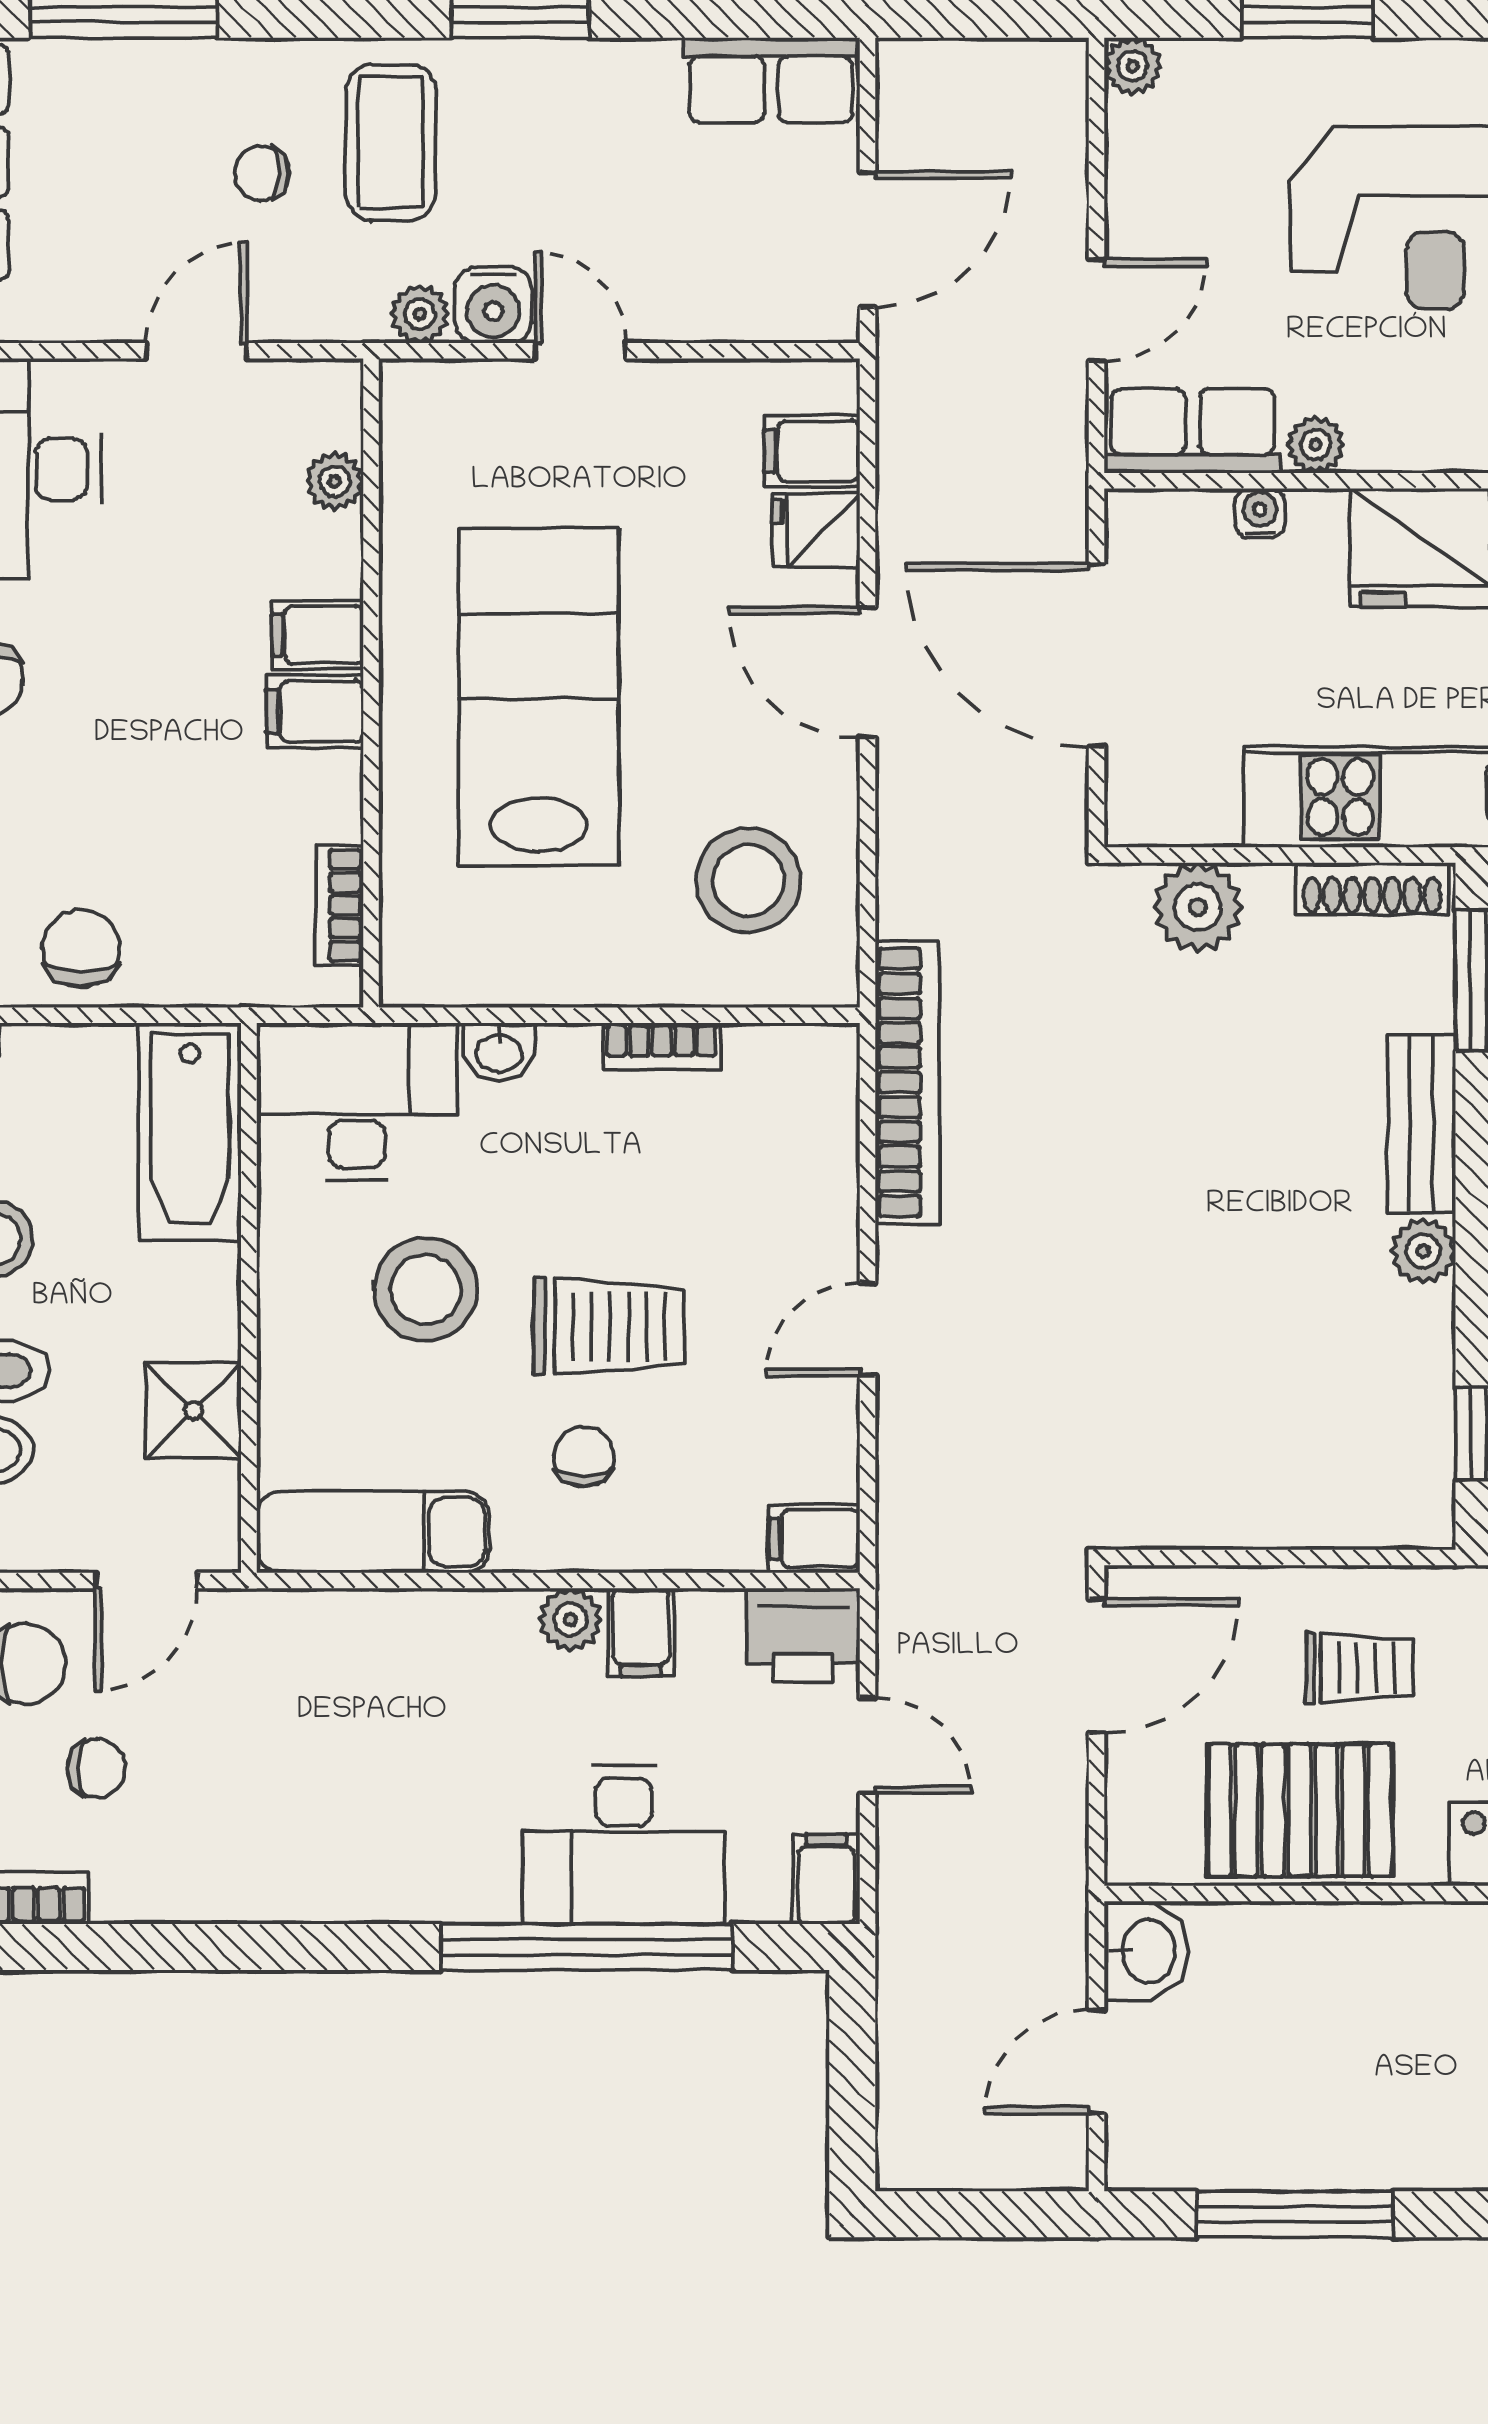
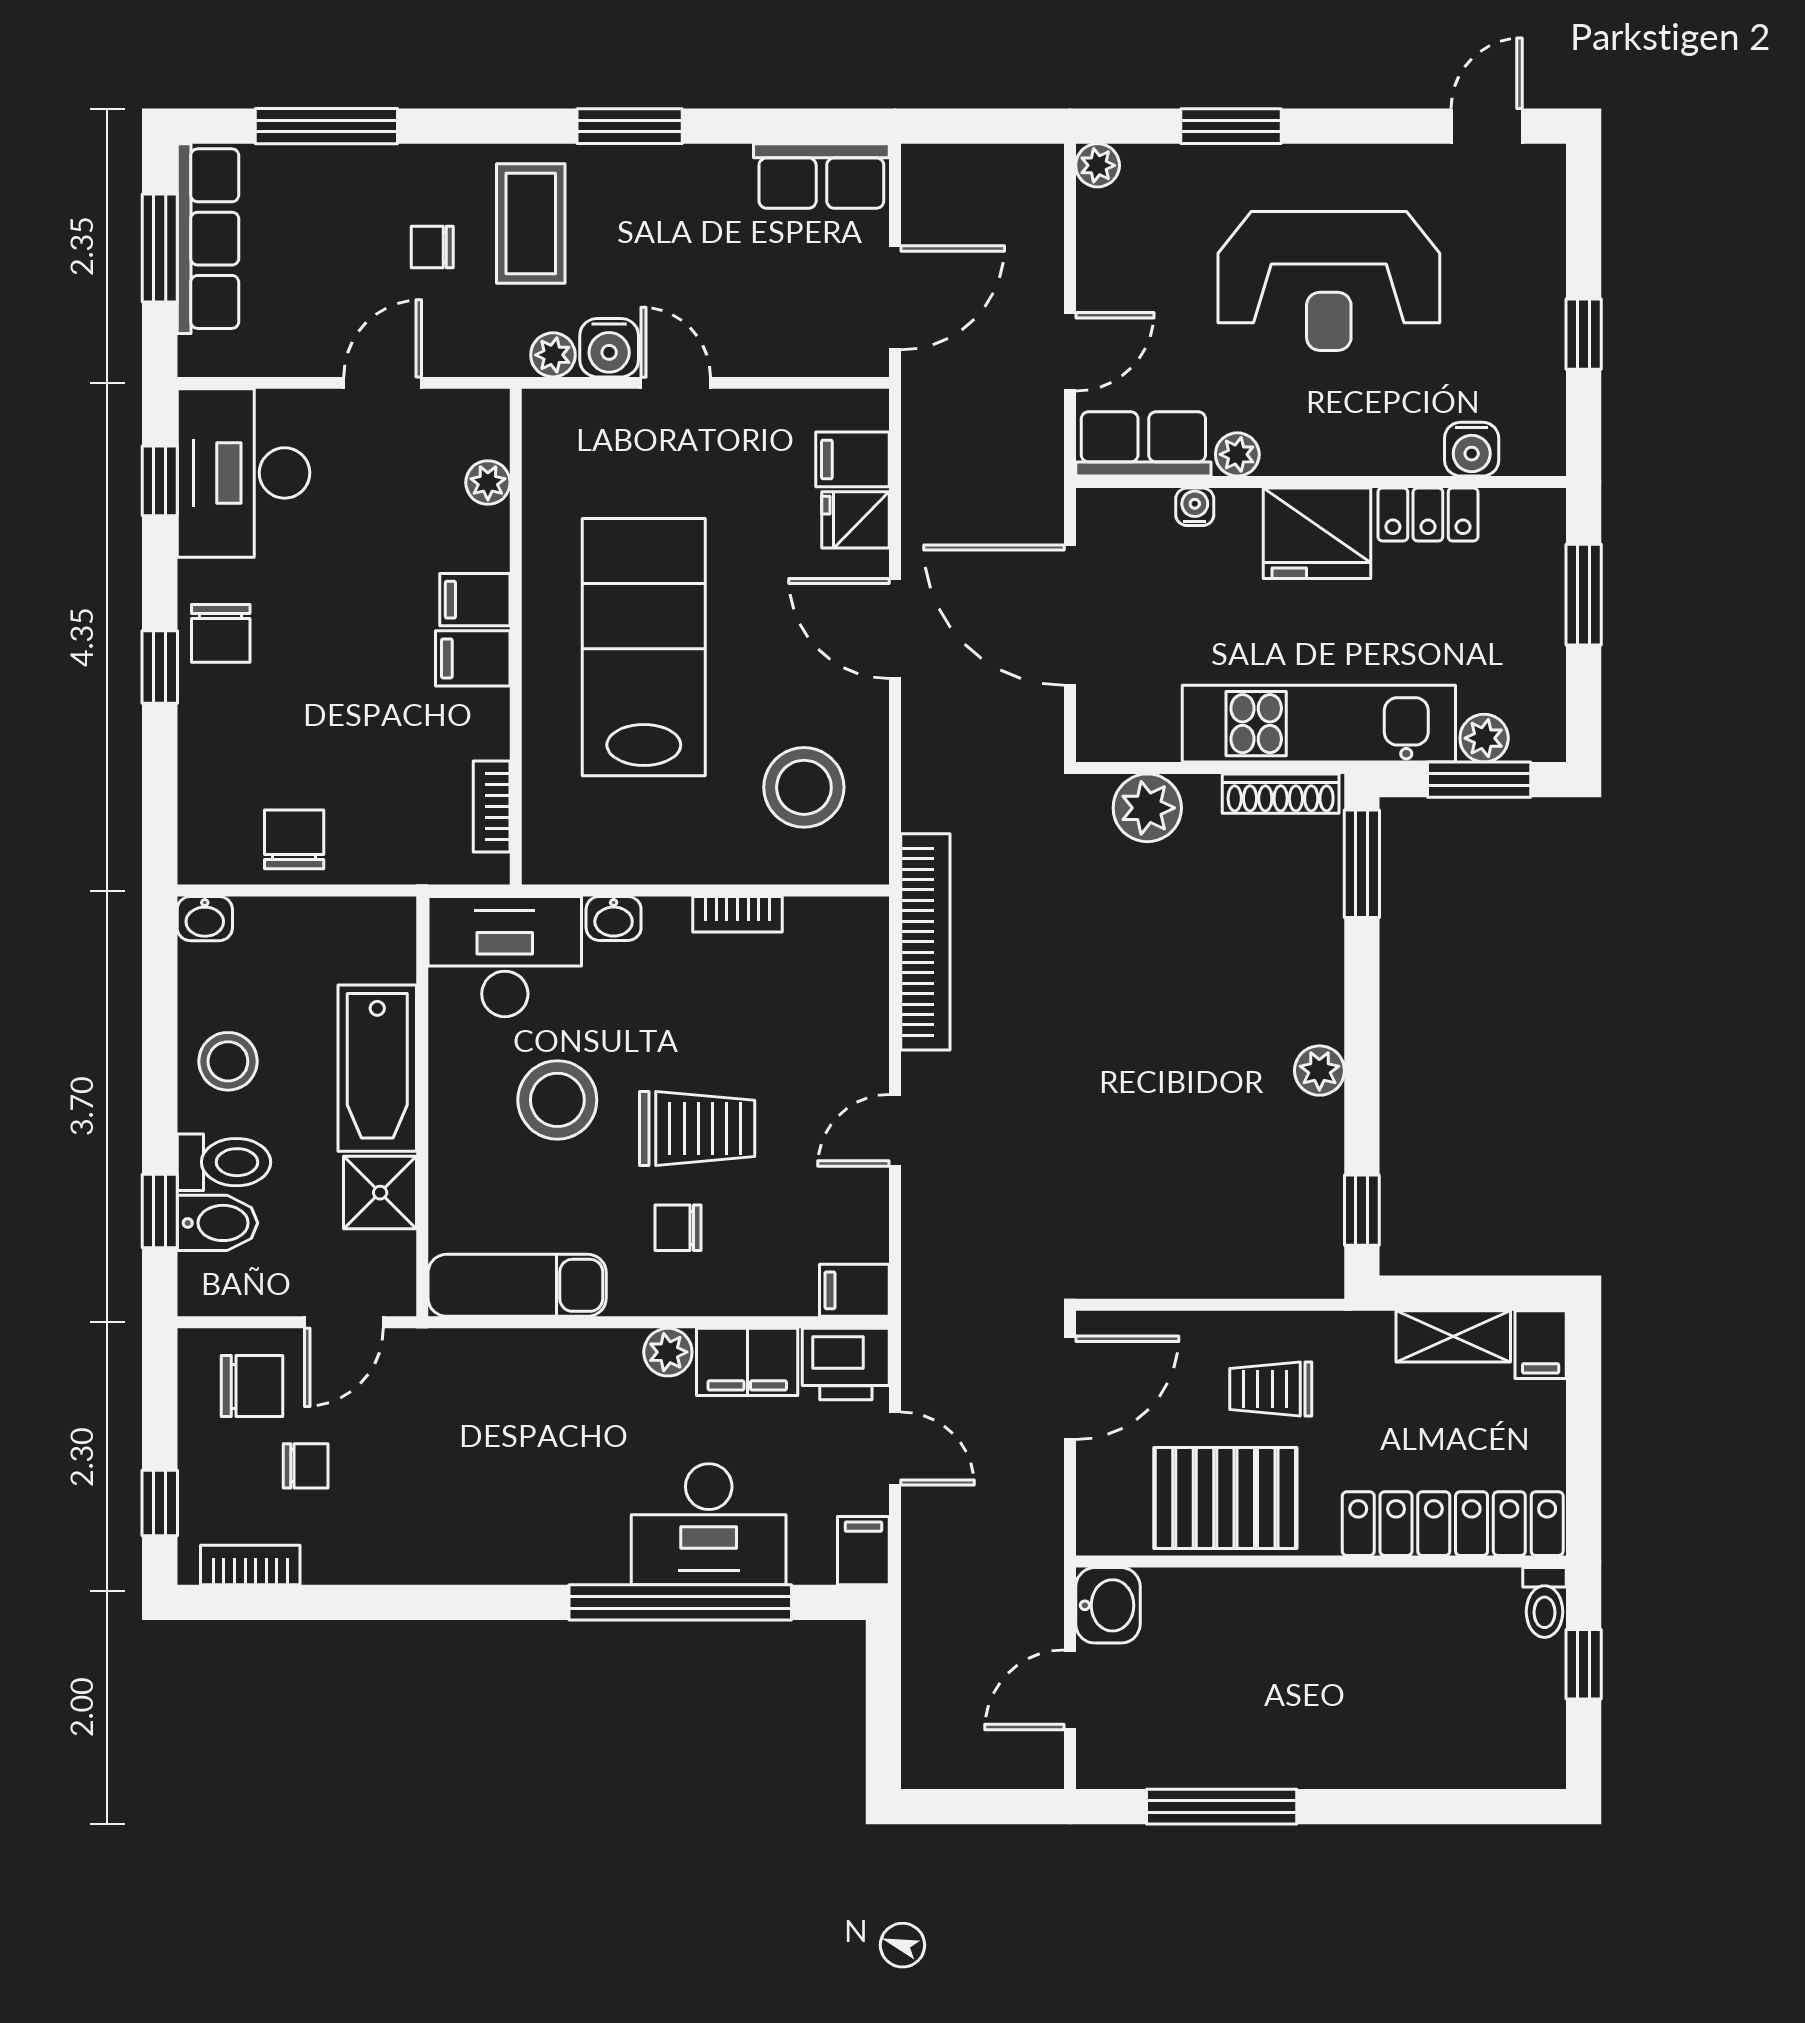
bench: (1422, 1123) -> (1318, 973), removed
bathtub: (190, 1132) -> (377, 1068), moved
chair: (584, 1457) -> (678, 1228), turned -90
filing cabinet: (641, 1632) -> (747, 1362), width x2.00
trolley: (1359, 1668) -> (1271, 1389), turned 180

